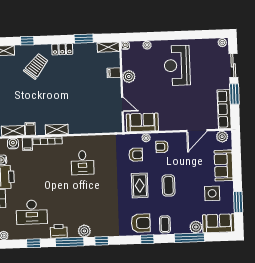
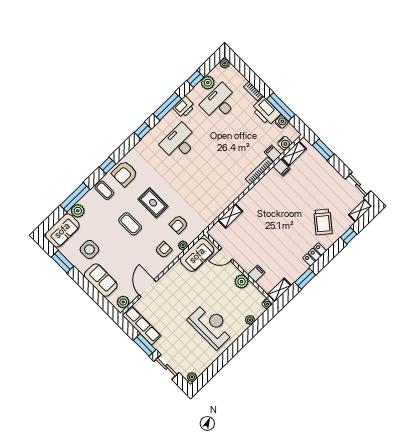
shelving: (57, 129) -> (230, 216), moved
desk: (82, 163) -> (179, 142), moved, width x1.37
plant: (84, 231) -> (208, 83), moved

